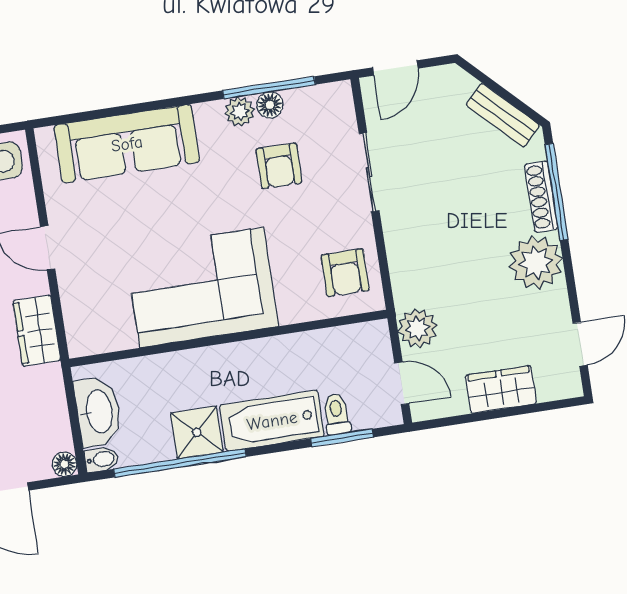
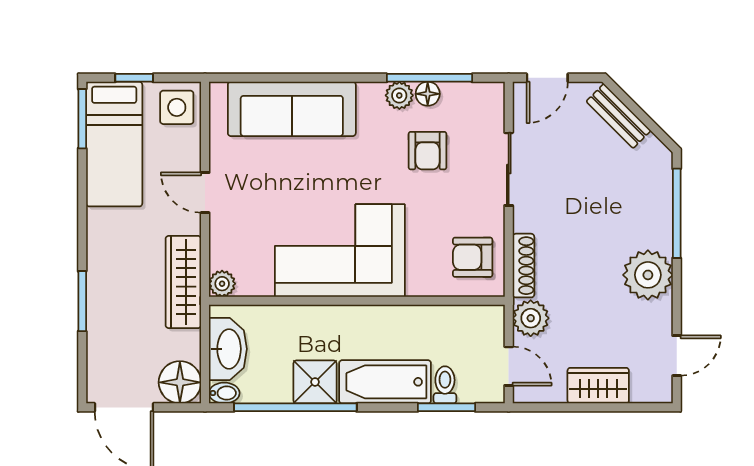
bench: (503, 115) -> (619, 116), moved
shoe rack: (541, 197) -> (523, 266), moved, turned 180
armchair: (345, 273) -> (473, 257), turned 90
wardrobe: (37, 331) -> (183, 282), width x1.50
plant: (81, 343) -> (222, 284), added
floor lamp: (64, 464) -> (180, 382), width x1.89, depth x1.89

